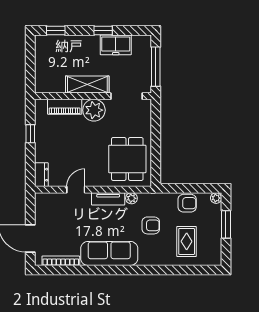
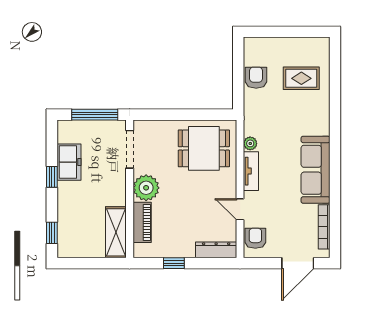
shelving: (87, 85) -> (116, 232), moved
dresser: (41, 175) -> (216, 250), width x1.44
plant: (216, 198) -> (250, 43), removed
window: (226, 224) -> (281, 32), removed
armchair: (151, 225) -> (255, 238), moved

